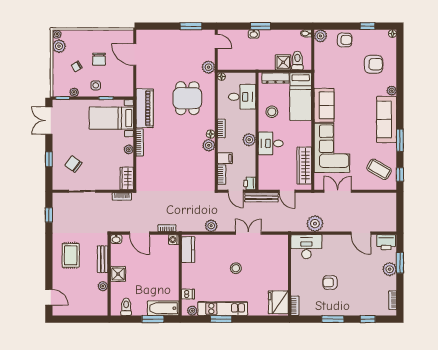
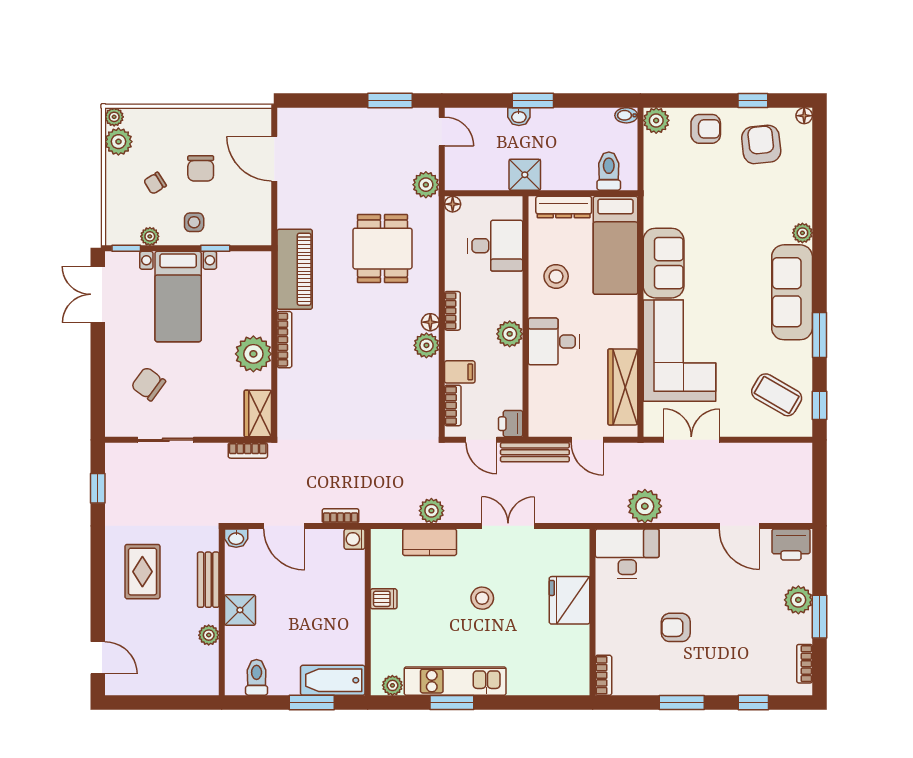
shower: (283, 62) -> (525, 175), moved
armchair: (374, 64) -> (761, 144), moved, turned -96
bed with nightstands: (111, 118) -> (178, 297), moved, turned -90
plant: (129, 149) -> (253, 354), width x1.88, depth x1.88
window: (49, 159) -> (98, 374), removed
kitchen counter: (188, 250) -> (430, 542), moved, turned 90
window: (400, 263) -> (819, 617), moved
dishwasher: (188, 294) -> (384, 599), moved
fridge: (278, 302) -> (570, 600), moved

